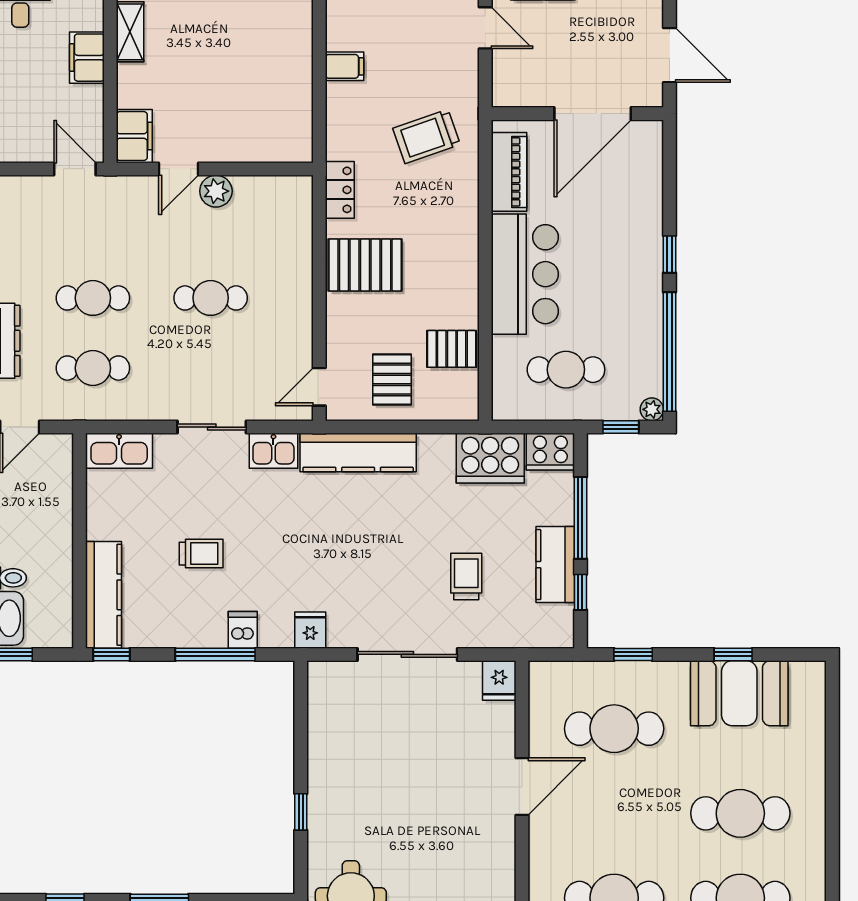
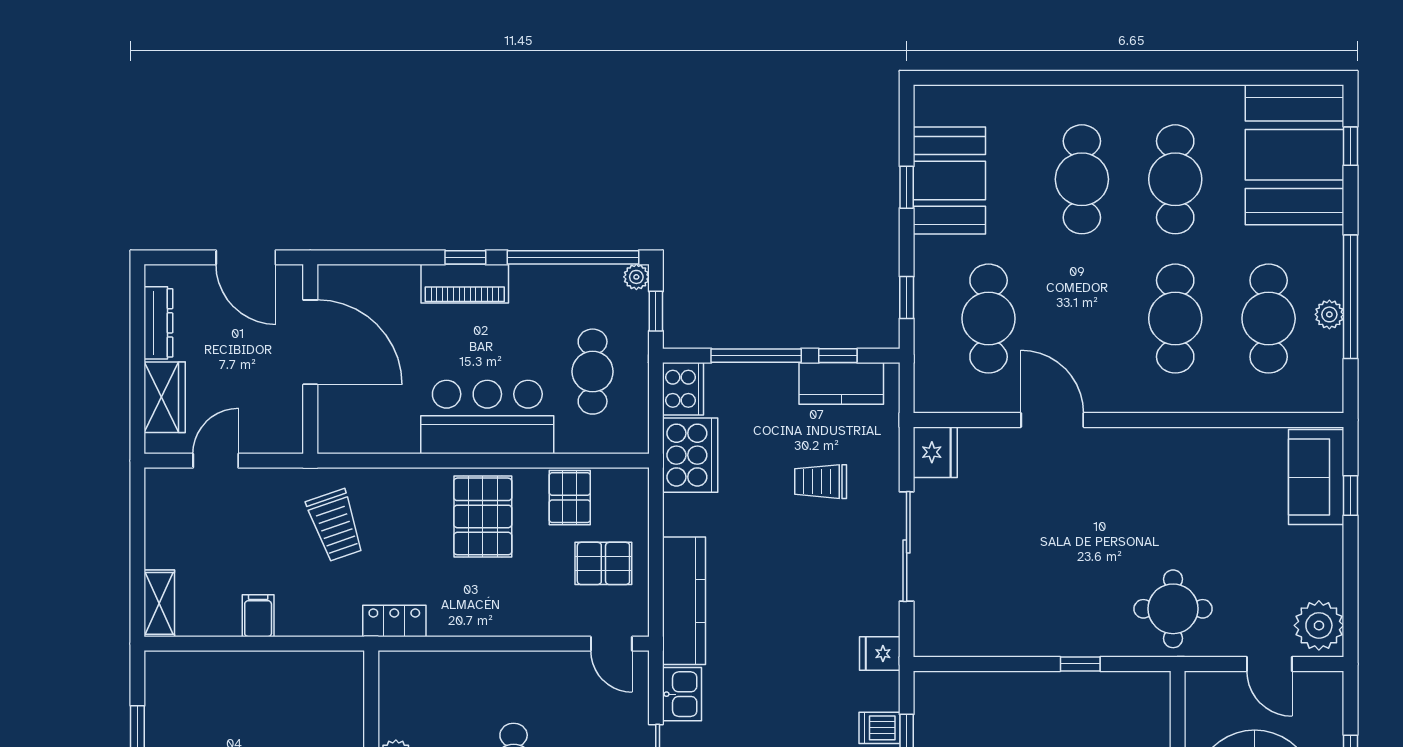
door: (670, 55) -> (246, 257), swing flipped
piano: (509, 172) -> (465, 284), moved, turned 180
pallet: (365, 265) -> (483, 516), moved
kitchen counter: (555, 565) -> (841, 383), moved
fridge: (499, 680) -> (935, 452), width x1.38

